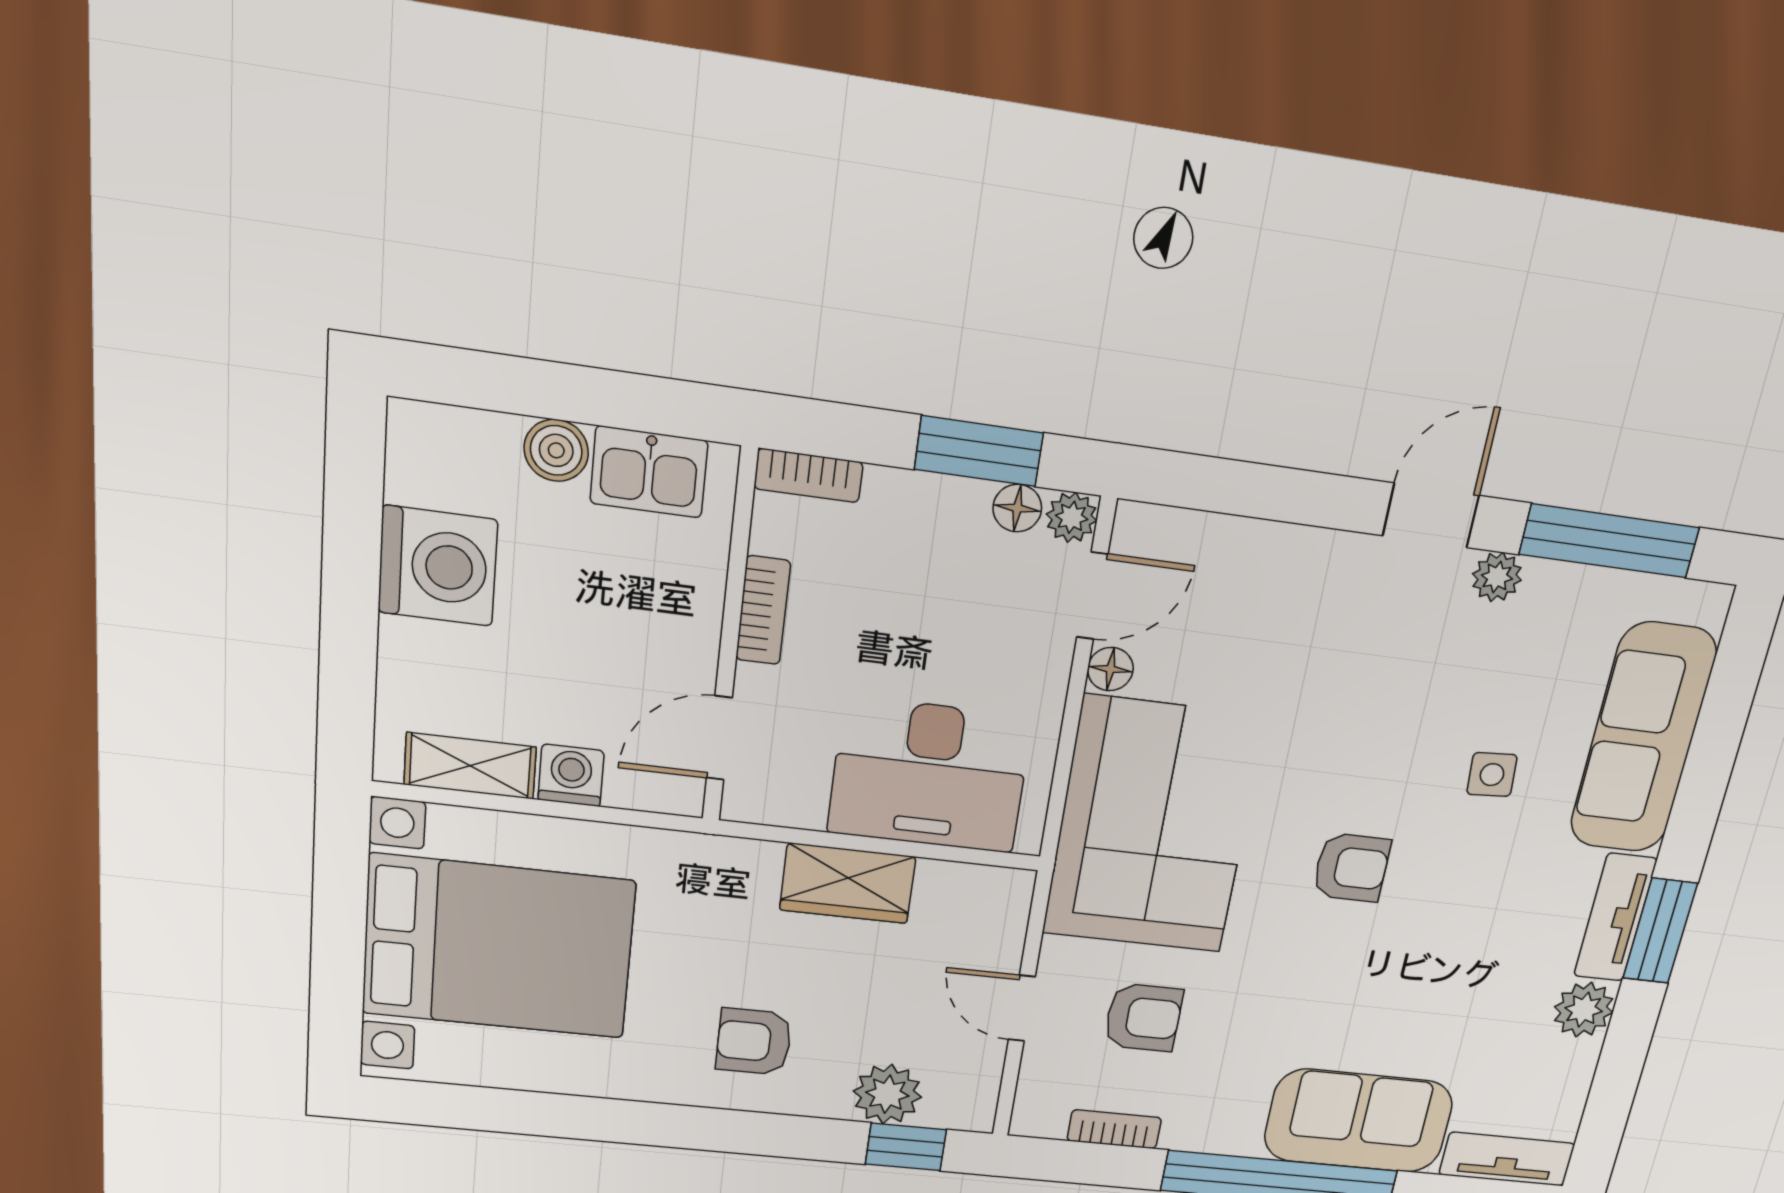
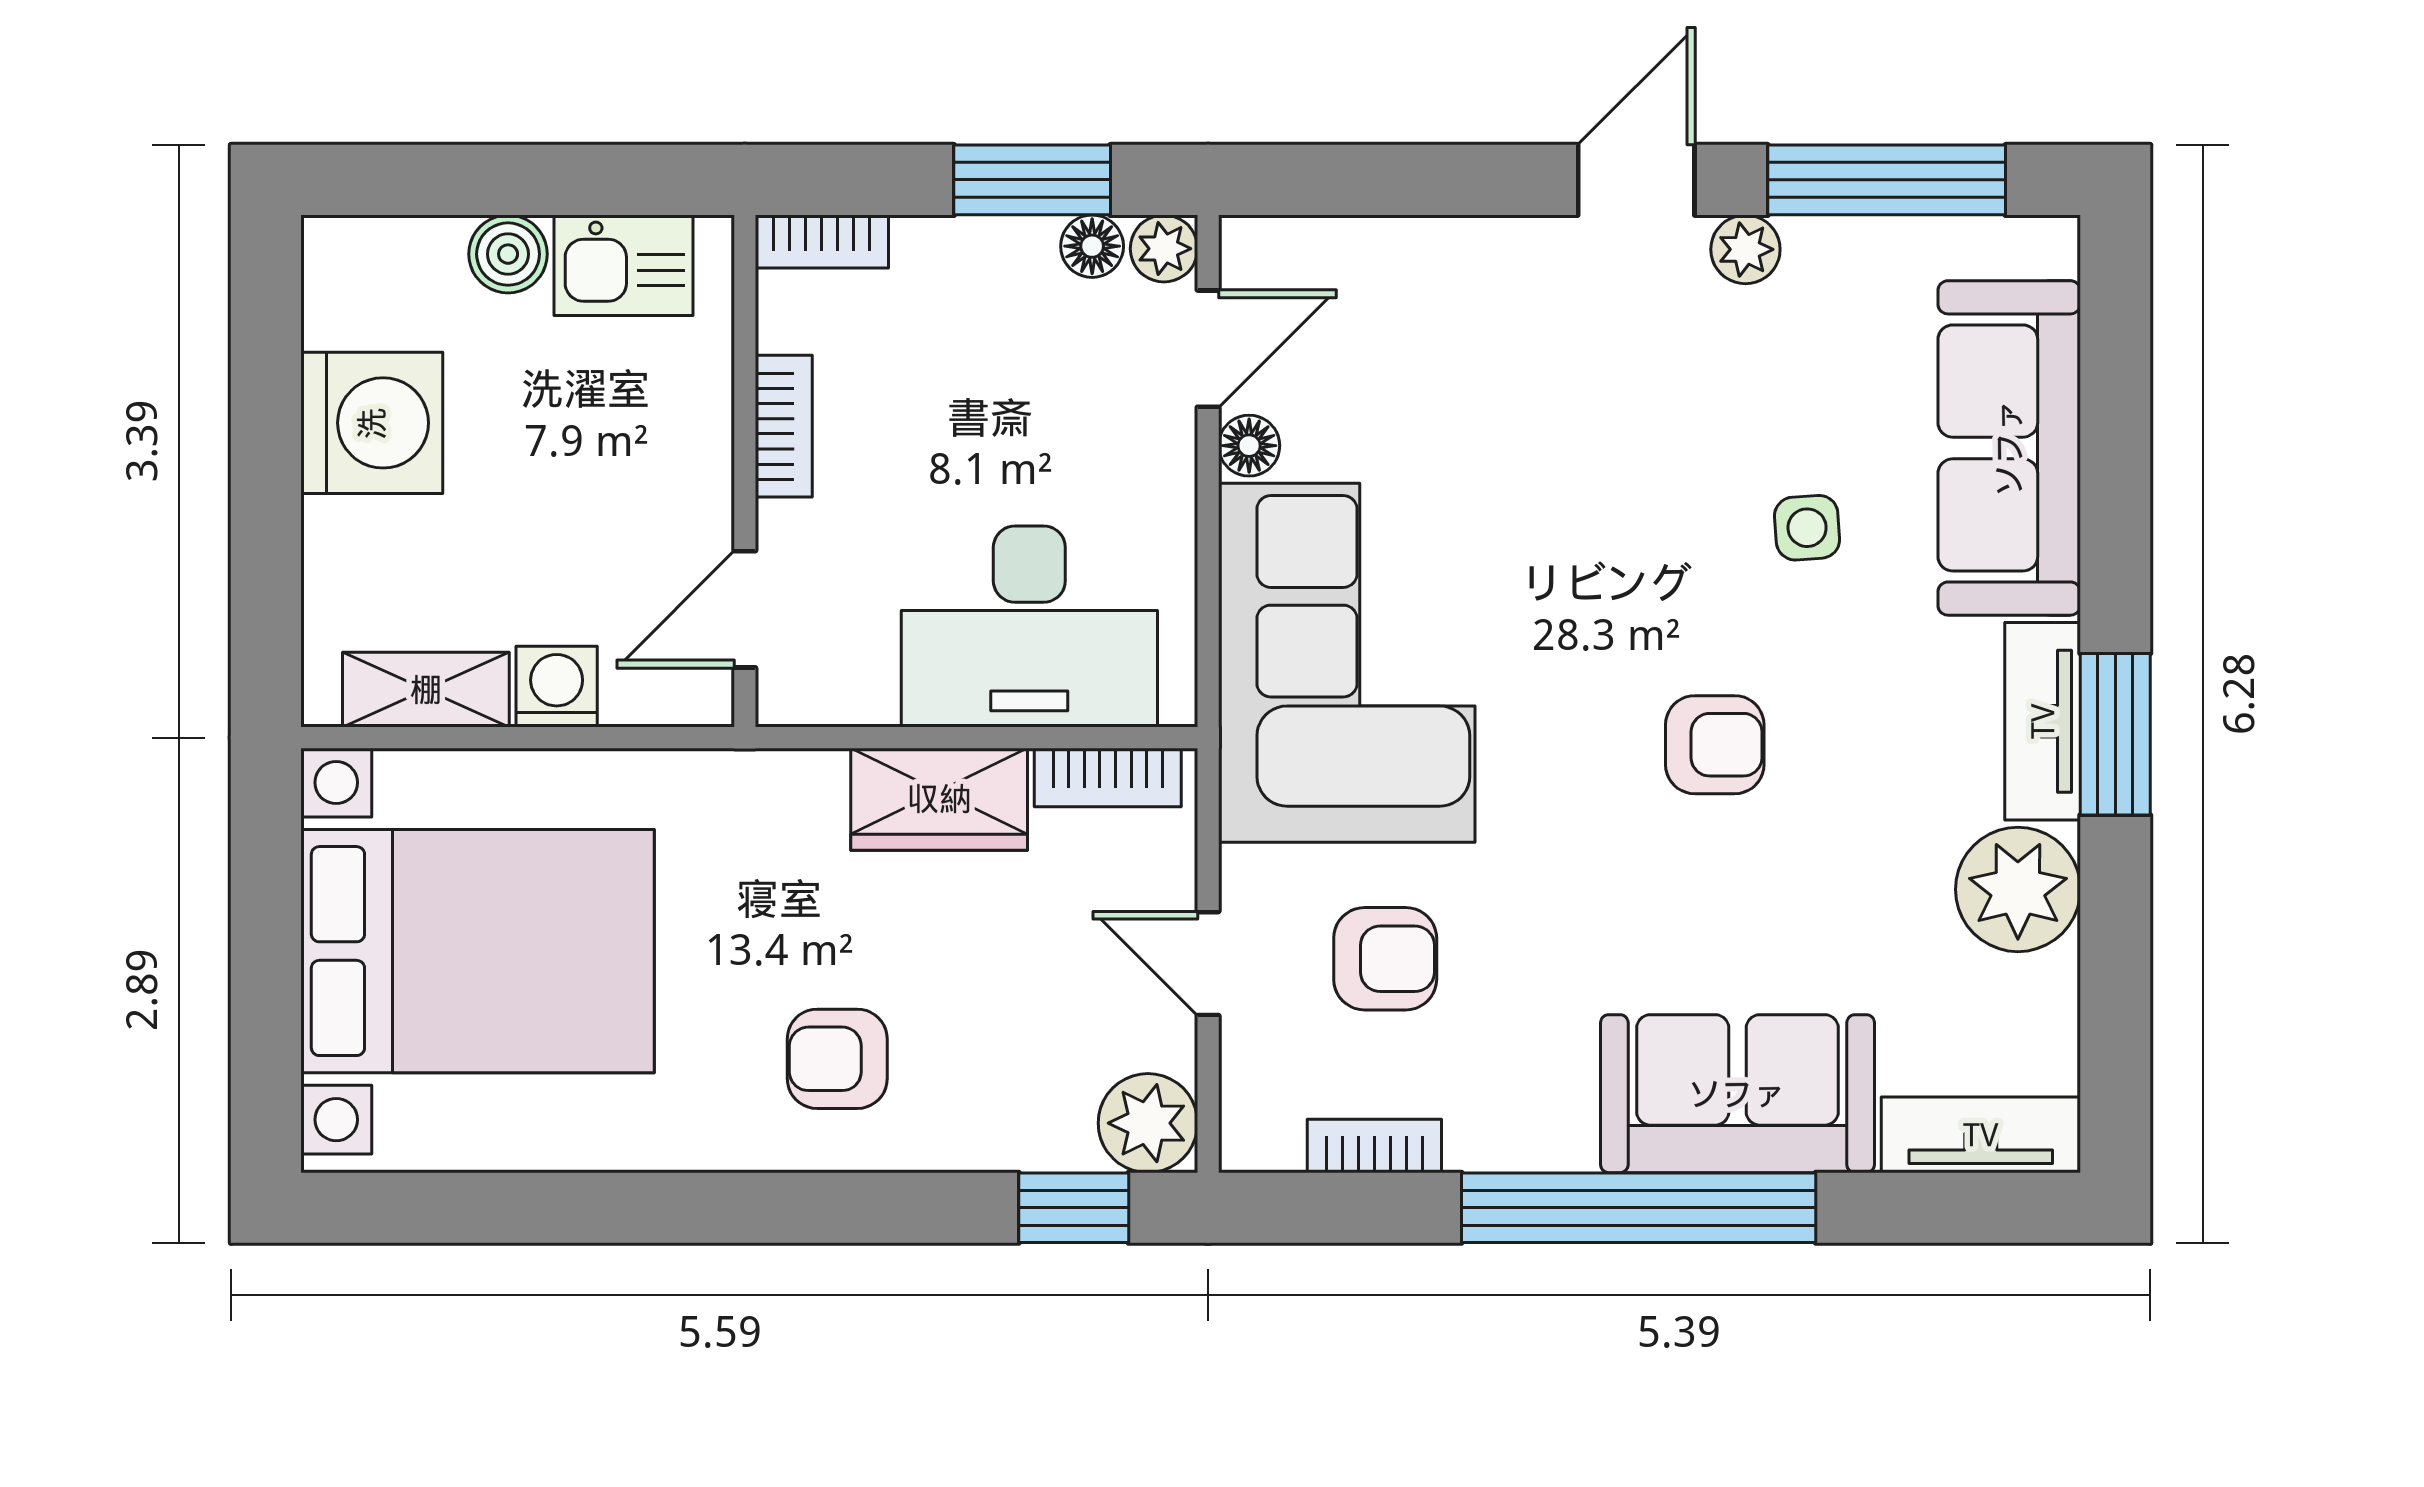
armchair: (1351, 867) -> (1715, 745), moved
bookcase: (971, 882) -> (1108, 777), added
plant: (1584, 1010) -> (2018, 889), width x1.36, depth x1.36
plant: (887, 1094) -> (1148, 1123), moved

